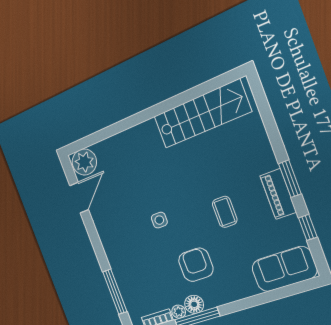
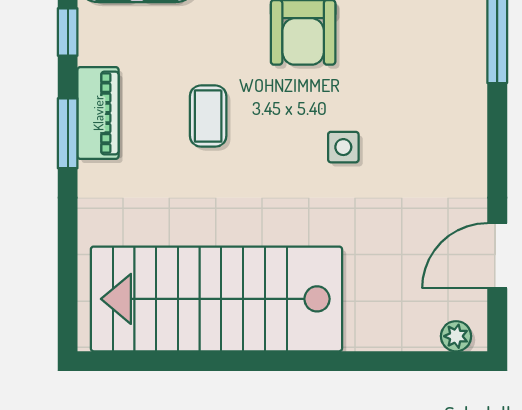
stairs: (202, 114) -> (216, 299), width x1.36, depth x1.51
plant: (84, 162) -> (456, 336), width x0.53, depth x0.53

